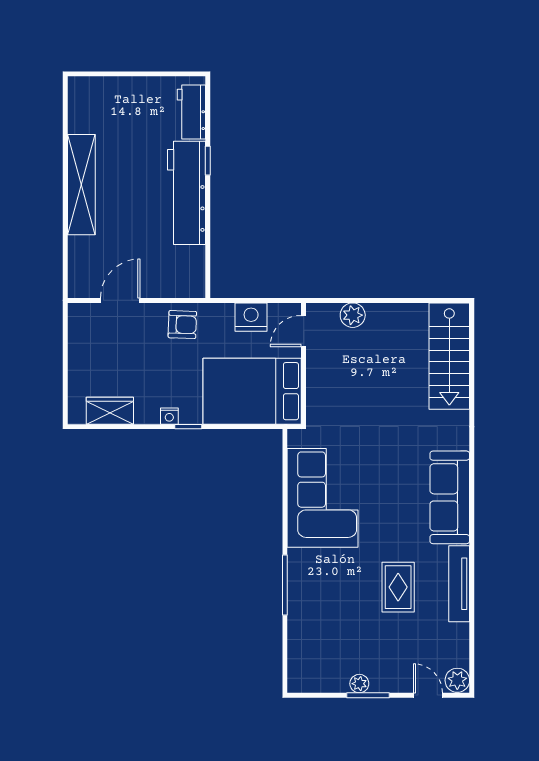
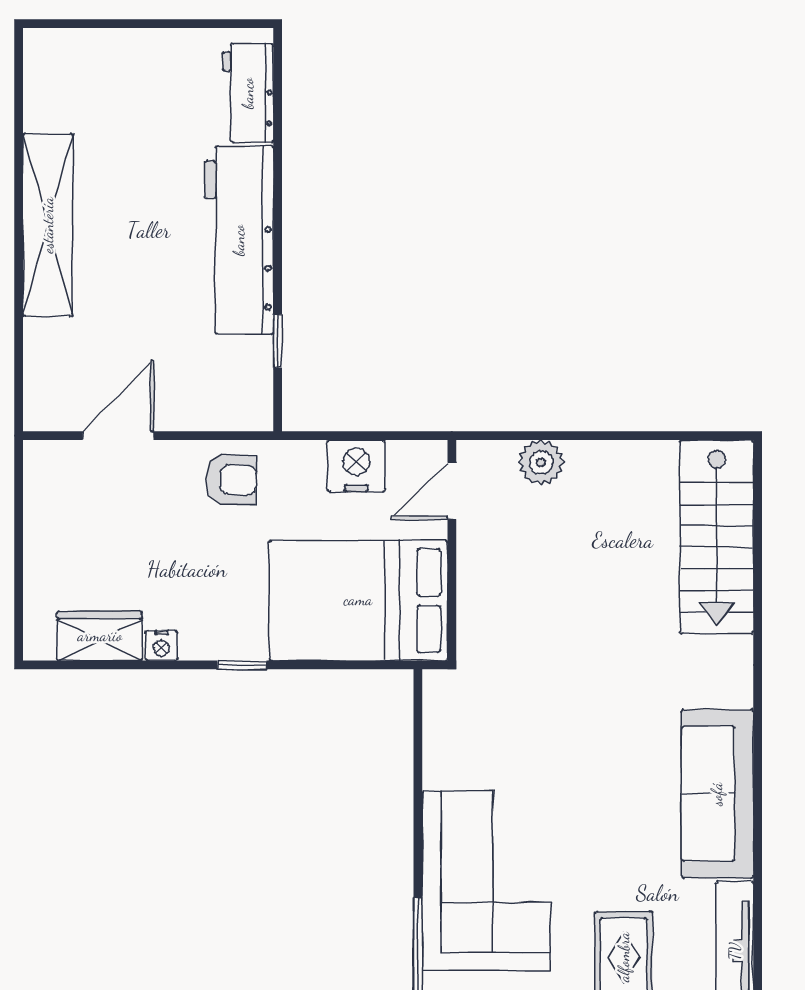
window: (208, 161) -> (278, 341), moved
nightstand: (169, 416) -> (161, 646), moved
corner sofa: (323, 498) -> (486, 881), moved

